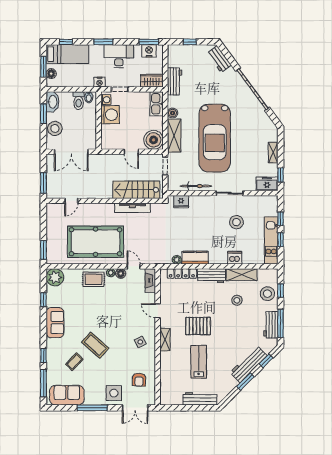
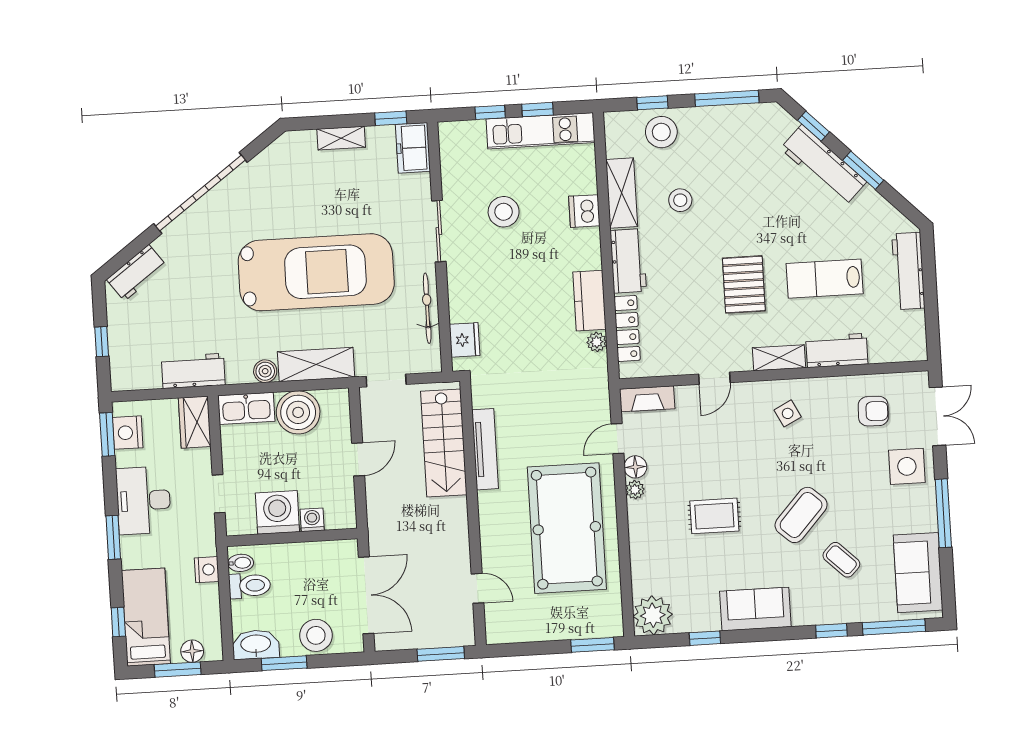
nightstand: (100, 82) -> (207, 570), moved
washing machine: (106, 100) -> (312, 520), moved
boiler: (154, 140) -> (298, 412), moved
rug: (94, 279) -> (714, 516), moved, turned 90
workbench: (271, 325) -> (837, 350), moved, turned 180

